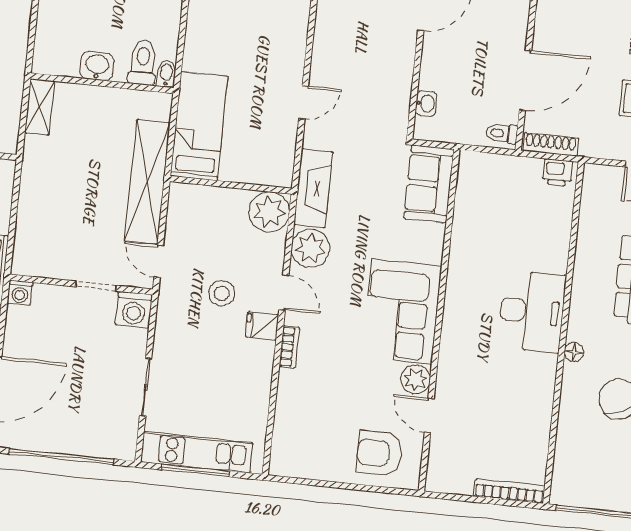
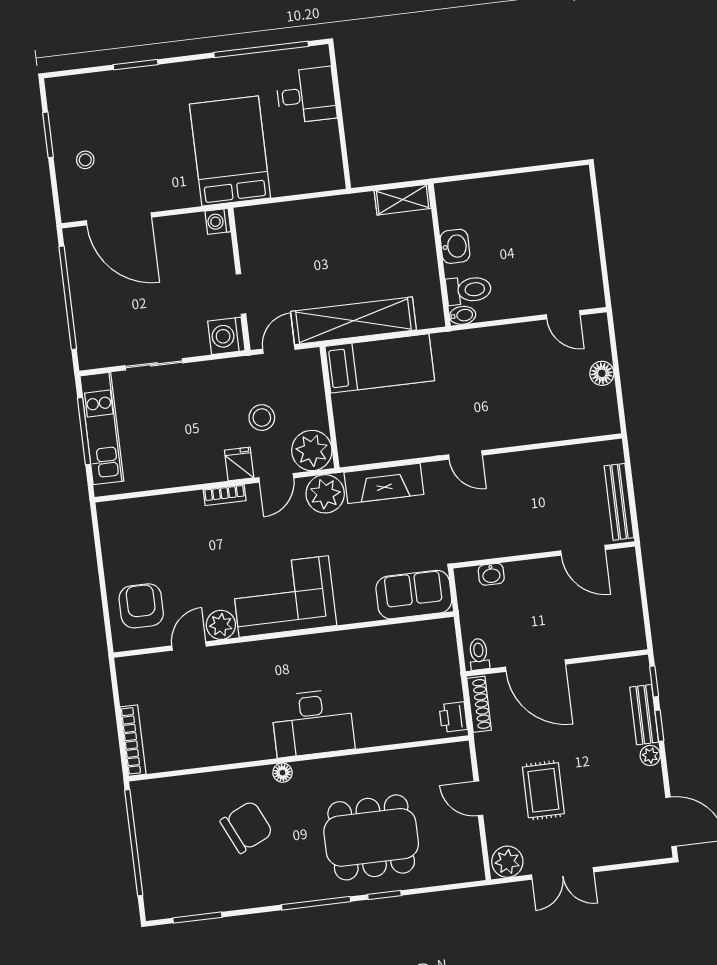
bed: (199, 126) -> (380, 363), moved
wall: (231, 185) -> (330, 407), moved
plant: (269, 212) -> (312, 451), moved

